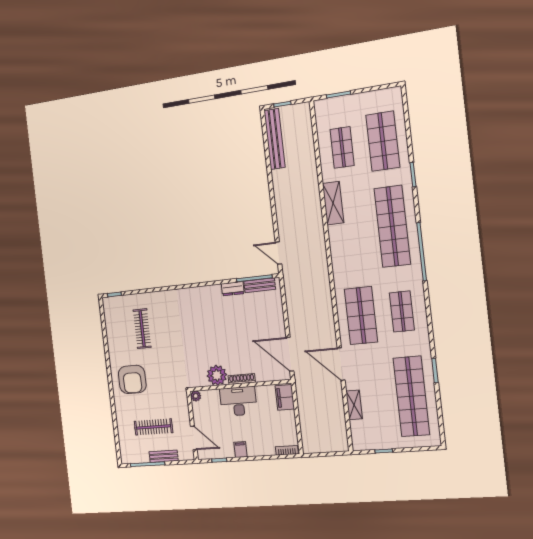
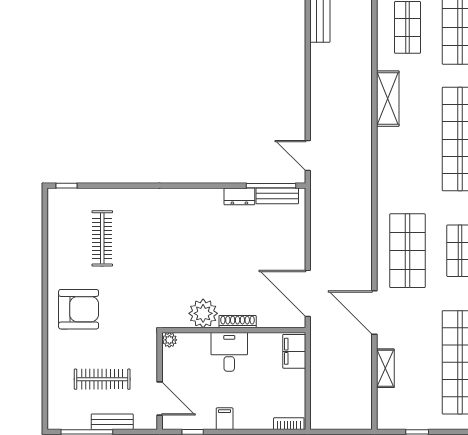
armchair: (132, 379) -> (79, 309), turned -90
desk: (238, 401) -> (229, 352), width x0.73

